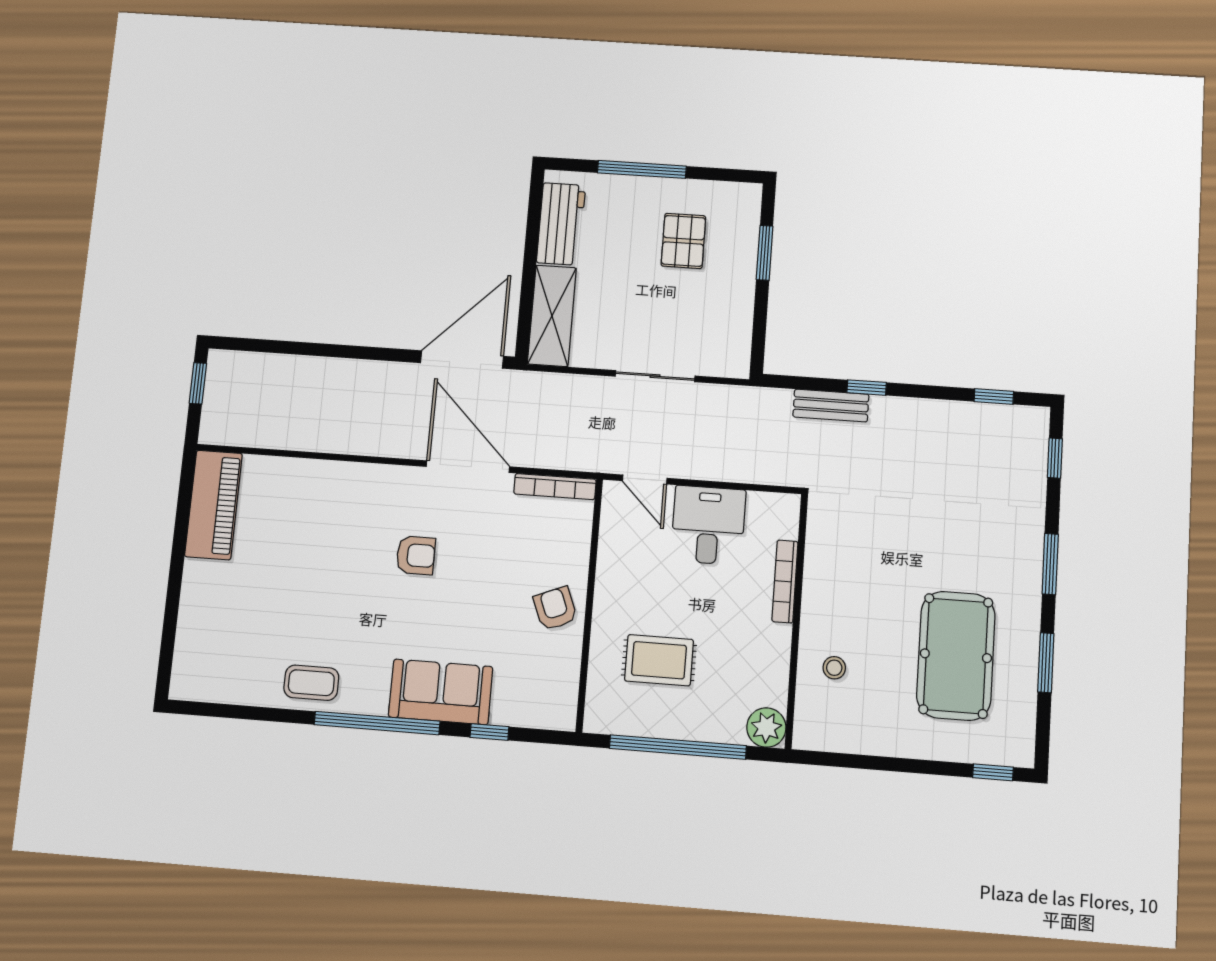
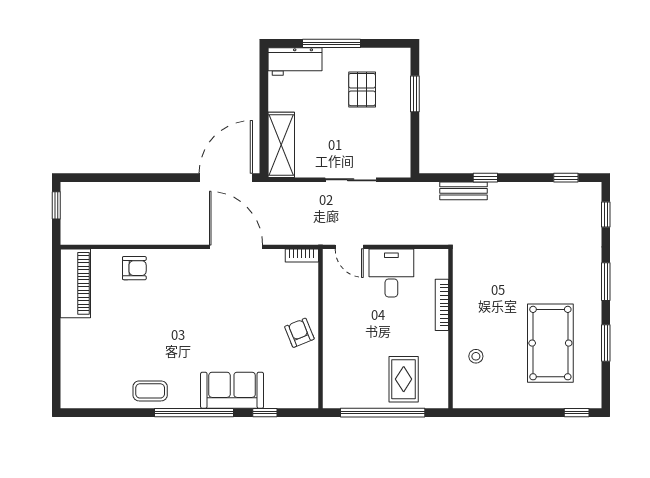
workbench: (561, 224) -> (295, 62), moved, turned 90
bookcase: (555, 487) -> (302, 256), width x0.64
armchair: (416, 555) -> (134, 268), moved
rug: (659, 660) -> (404, 379), moved, turned 90
plant: (766, 728) -> (436, 396), removed

